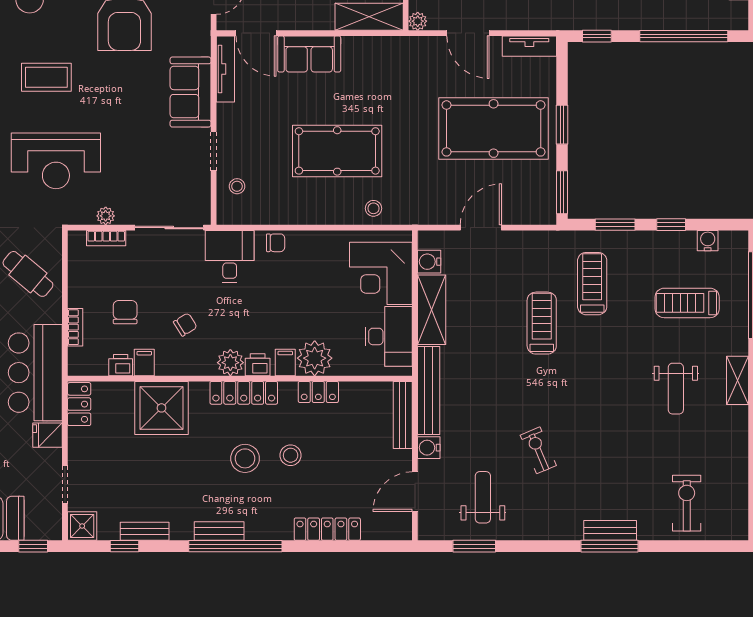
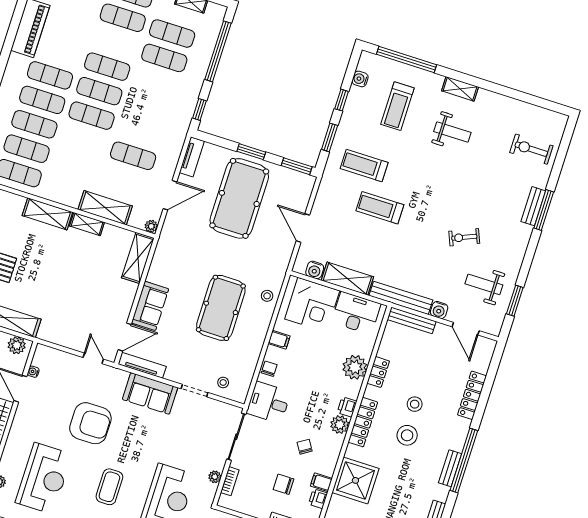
filing cabinet: (285, 362) -> (279, 340), moved, turned 180

